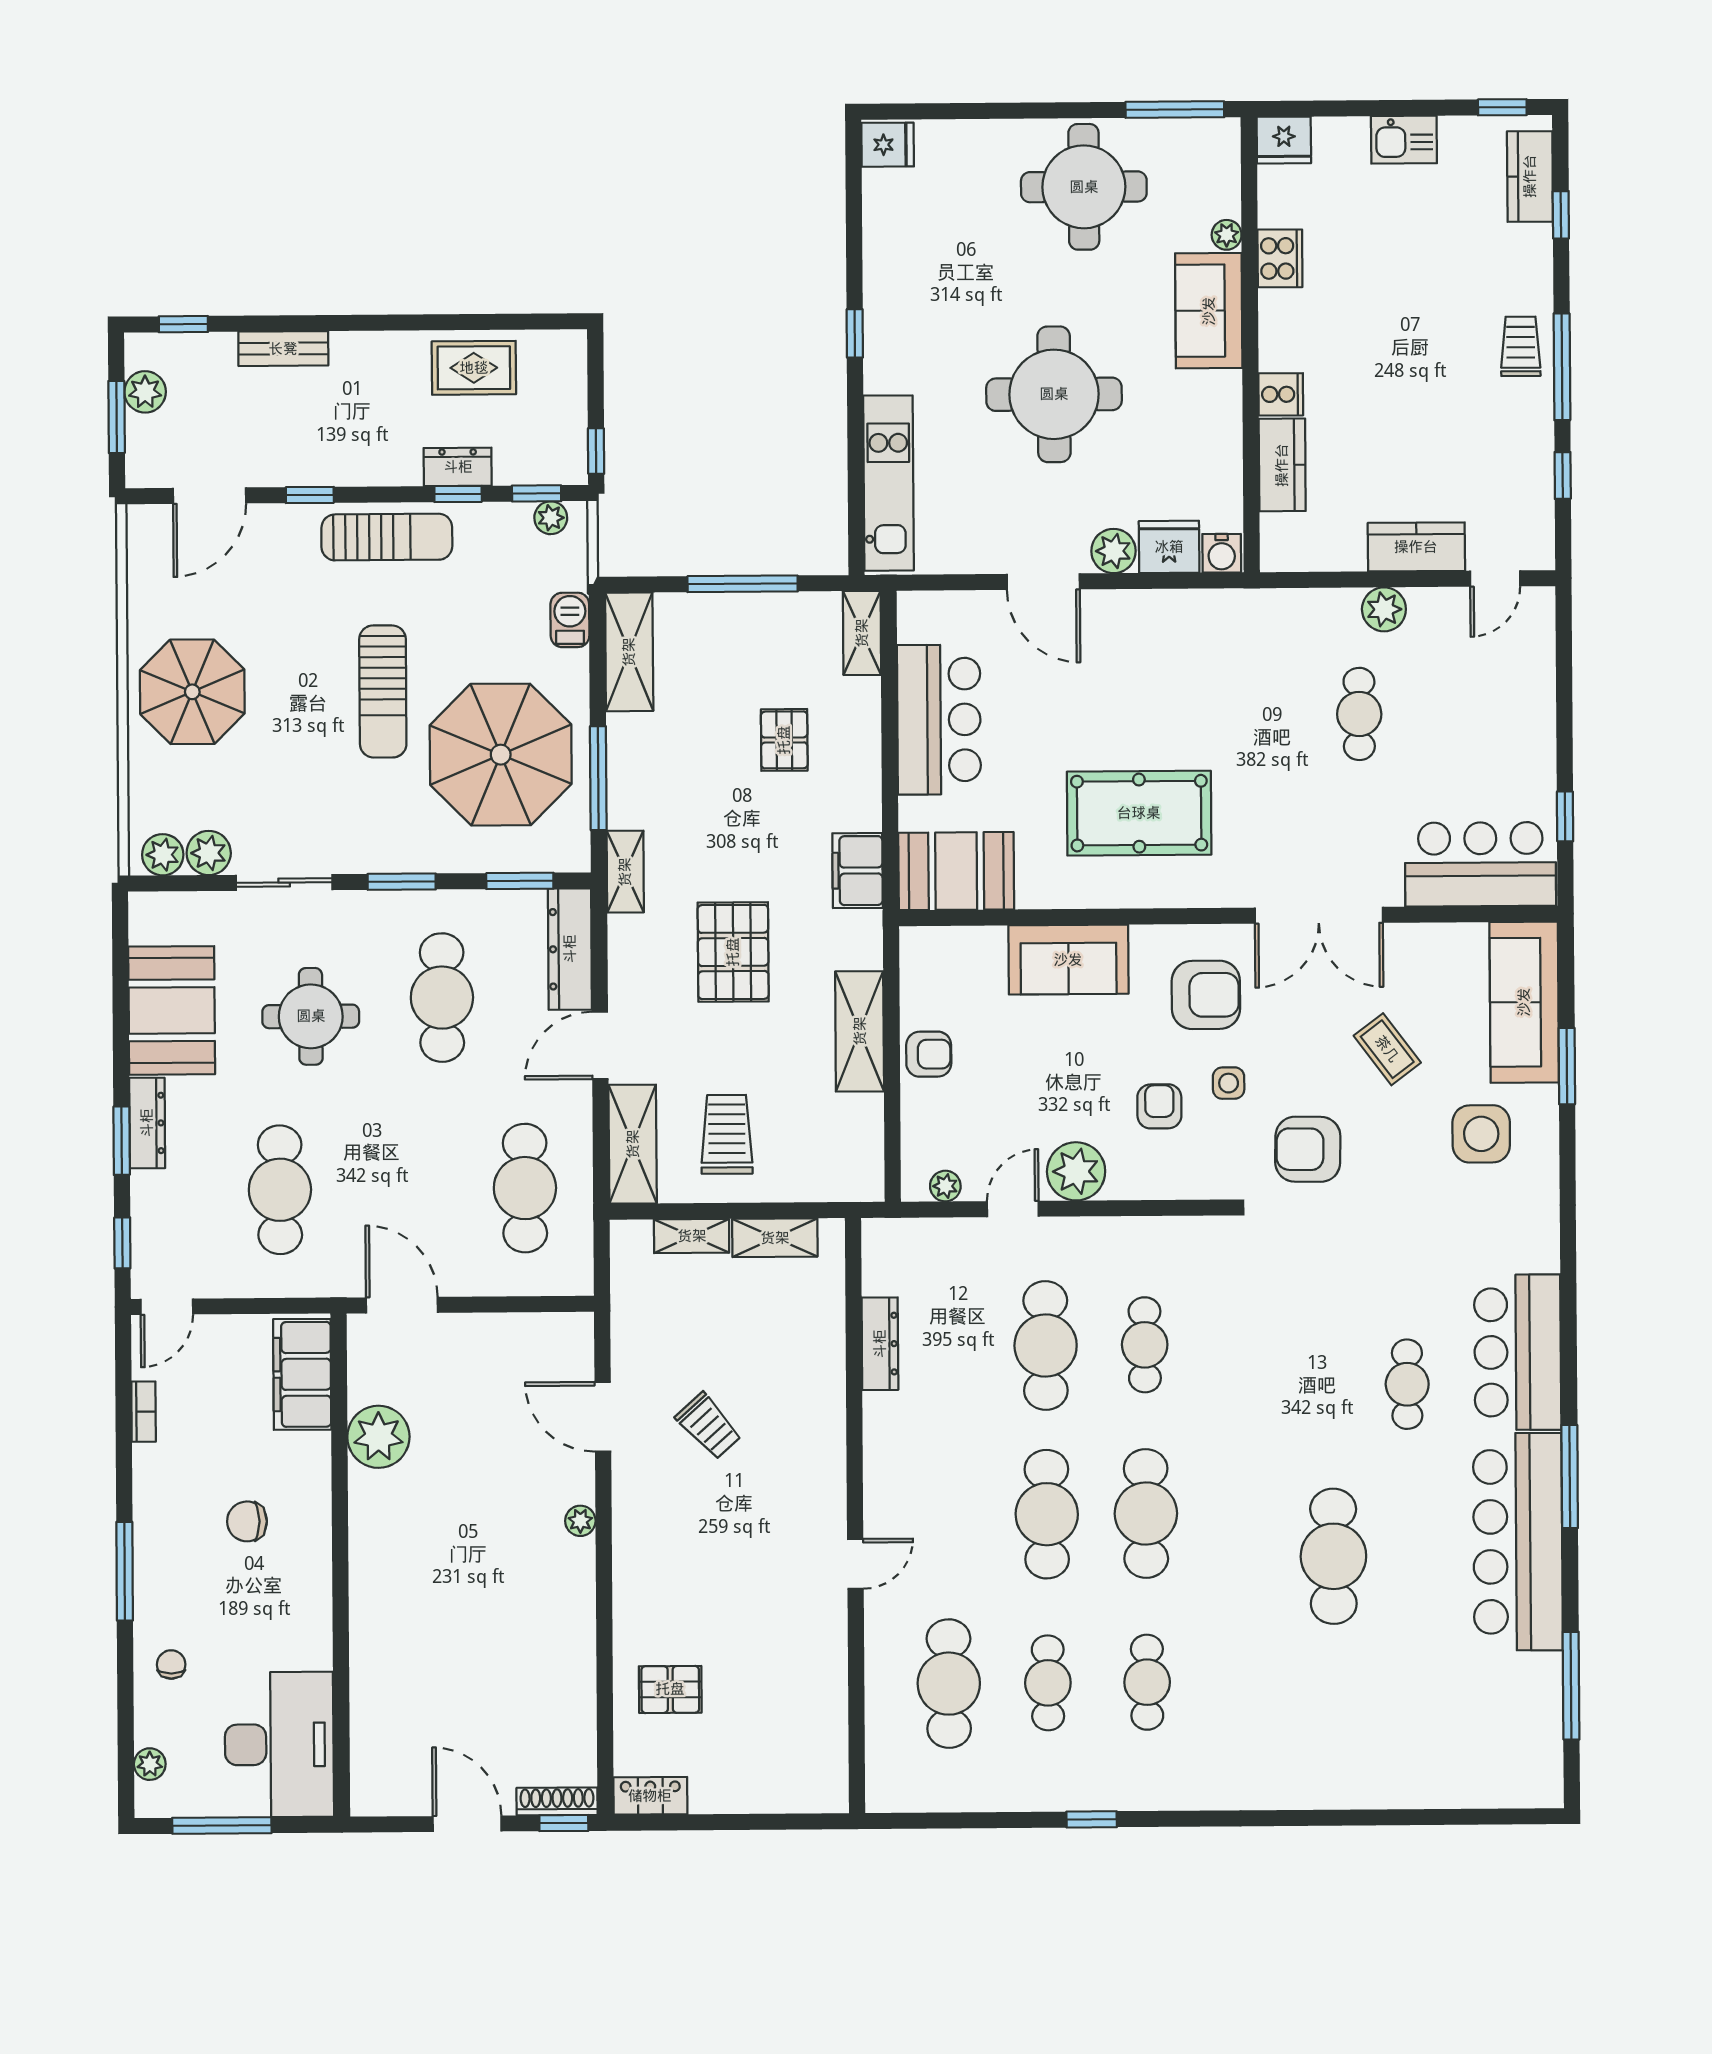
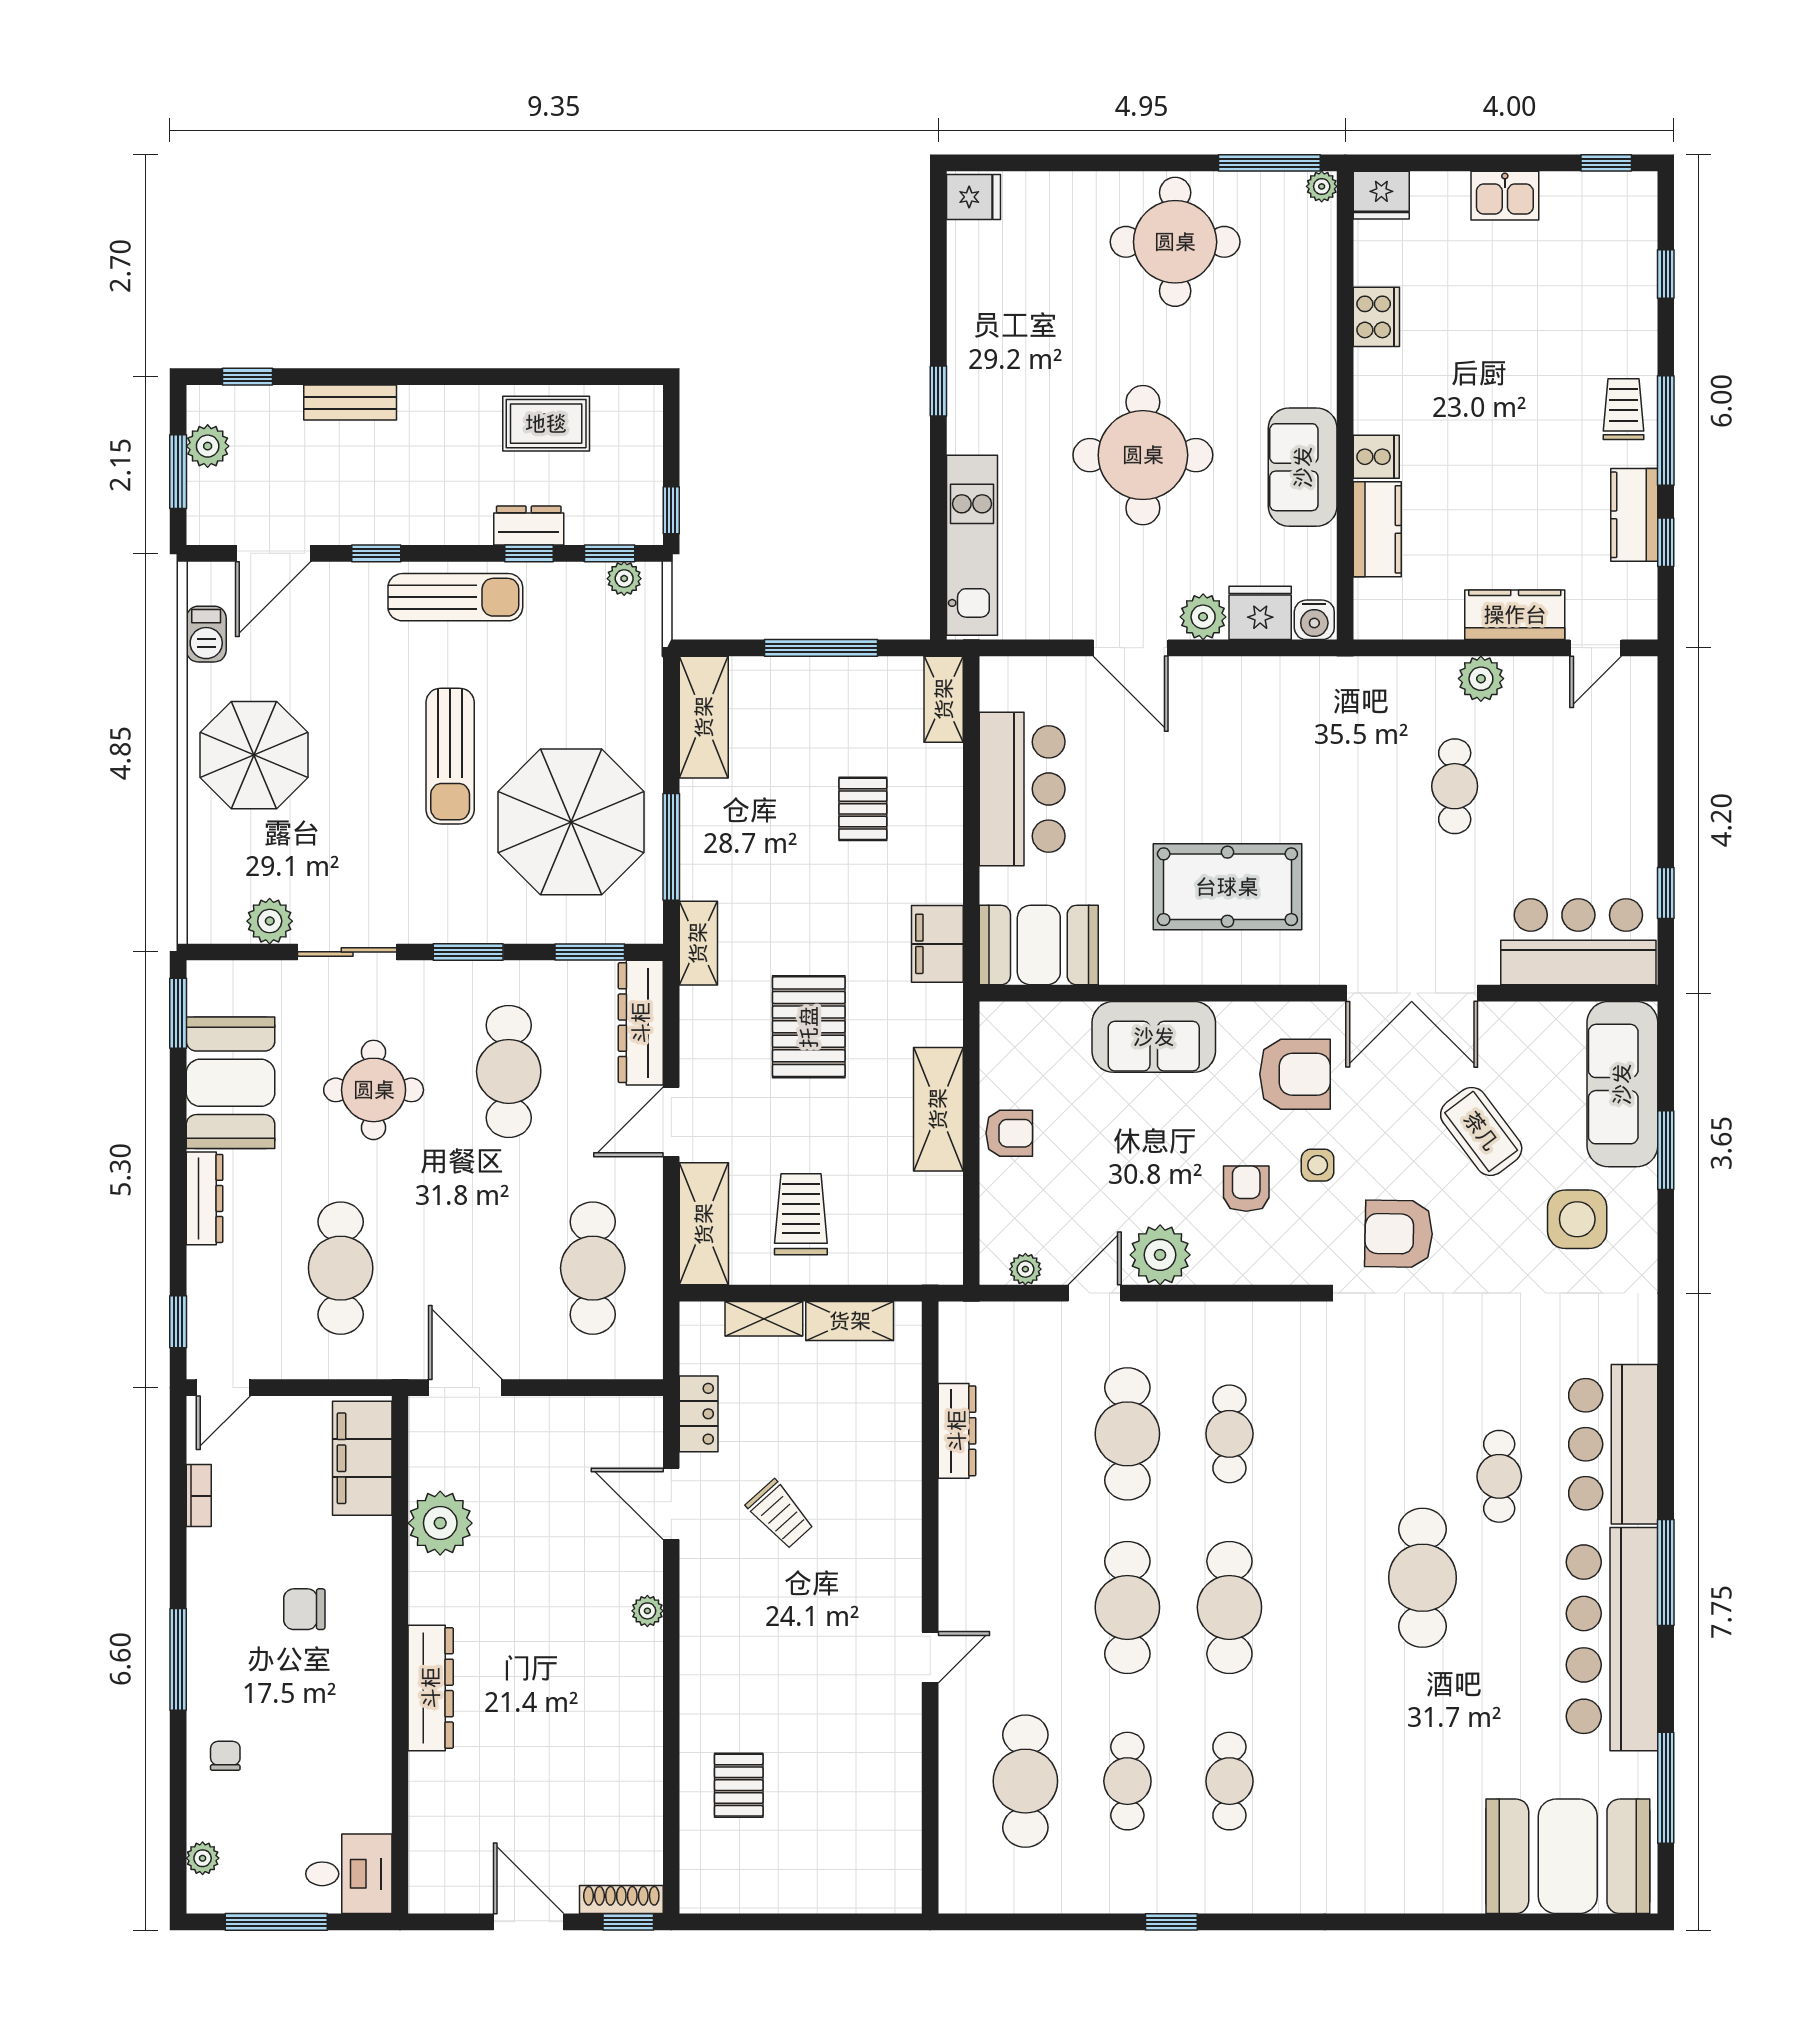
kitchen counter: (1530, 176) -> (1634, 515), moved
plant: (1227, 235) -> (1322, 186), moved
sofa: (1209, 311) -> (1303, 467), moved
barbecue: (570, 620) -> (206, 634), moved, turned 180
plant: (163, 855) -> (222, 923), removed
coffee table: (1387, 1049) -> (1481, 1131), width x1.36, depth x1.30
window: (122, 1141) -> (178, 1013), moved
cafe table: (1333, 1556) -> (1423, 1578), moved
dresser: (370, 1597) -> (431, 1688), added
pallet: (670, 1689) -> (739, 1785), turned 90
desk: (279, 1745) -> (349, 1874), width x0.53, depth x0.77
booth: (1476, 1753) -> (1568, 1856), added
locker: (650, 1796) -> (699, 1414), moved, turned 90

